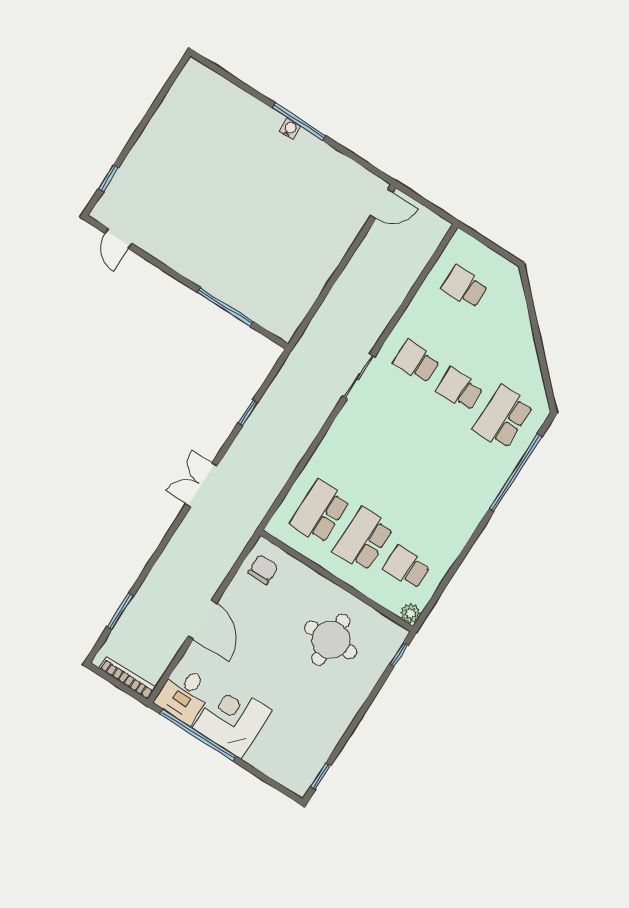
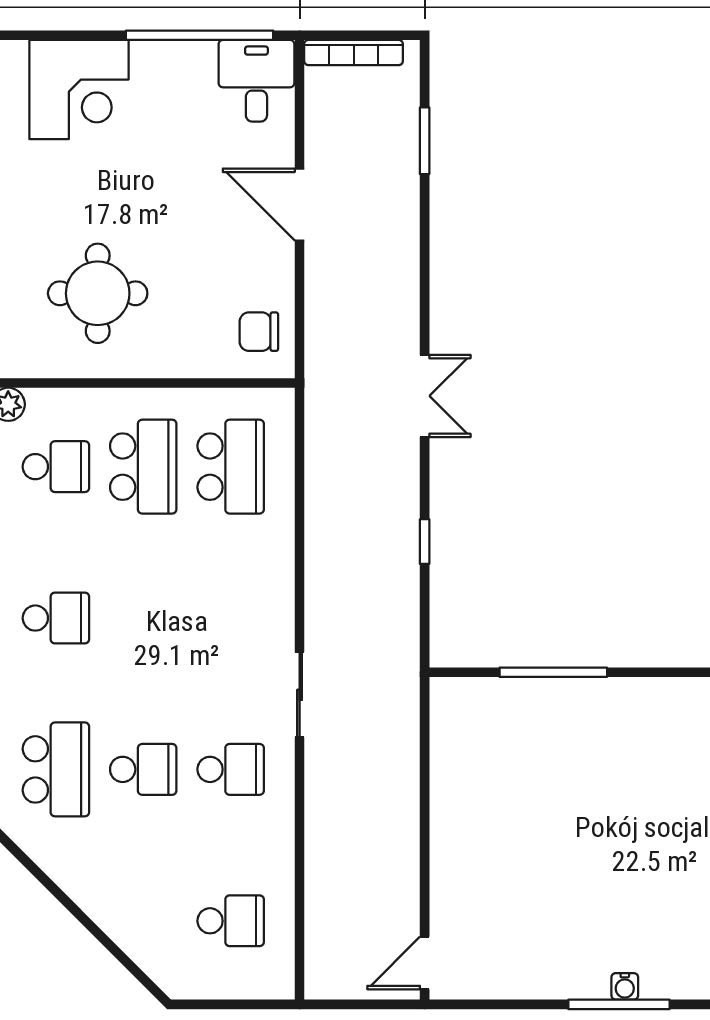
school desk: (455, 492) -> (56, 618), added
chair: (263, 570) -> (259, 332), turned 90
corner desk: (232, 719) -> (79, 90), moved

